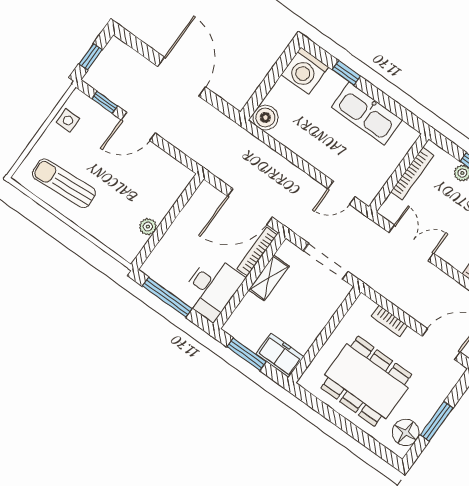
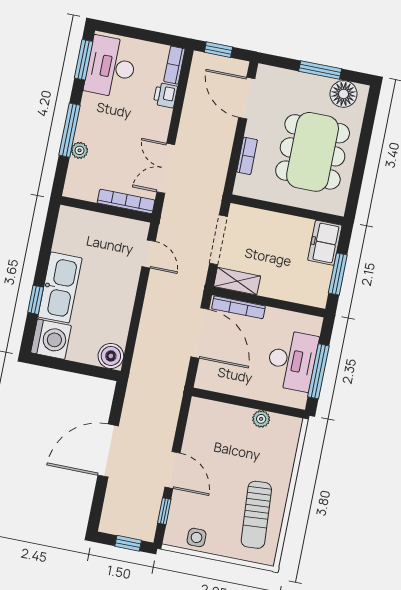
kitchen sink: (367, 114) -> (60, 287), moved
bookcase: (412, 174) -> (126, 201), moved
shelving: (269, 278) -> (237, 281), moved
desk: (212, 288) -> (292, 360), moved, turned 90

